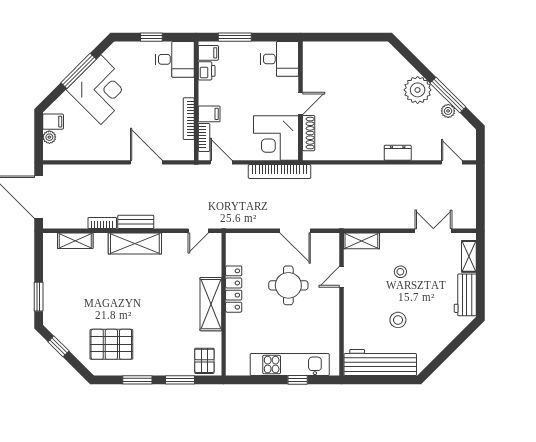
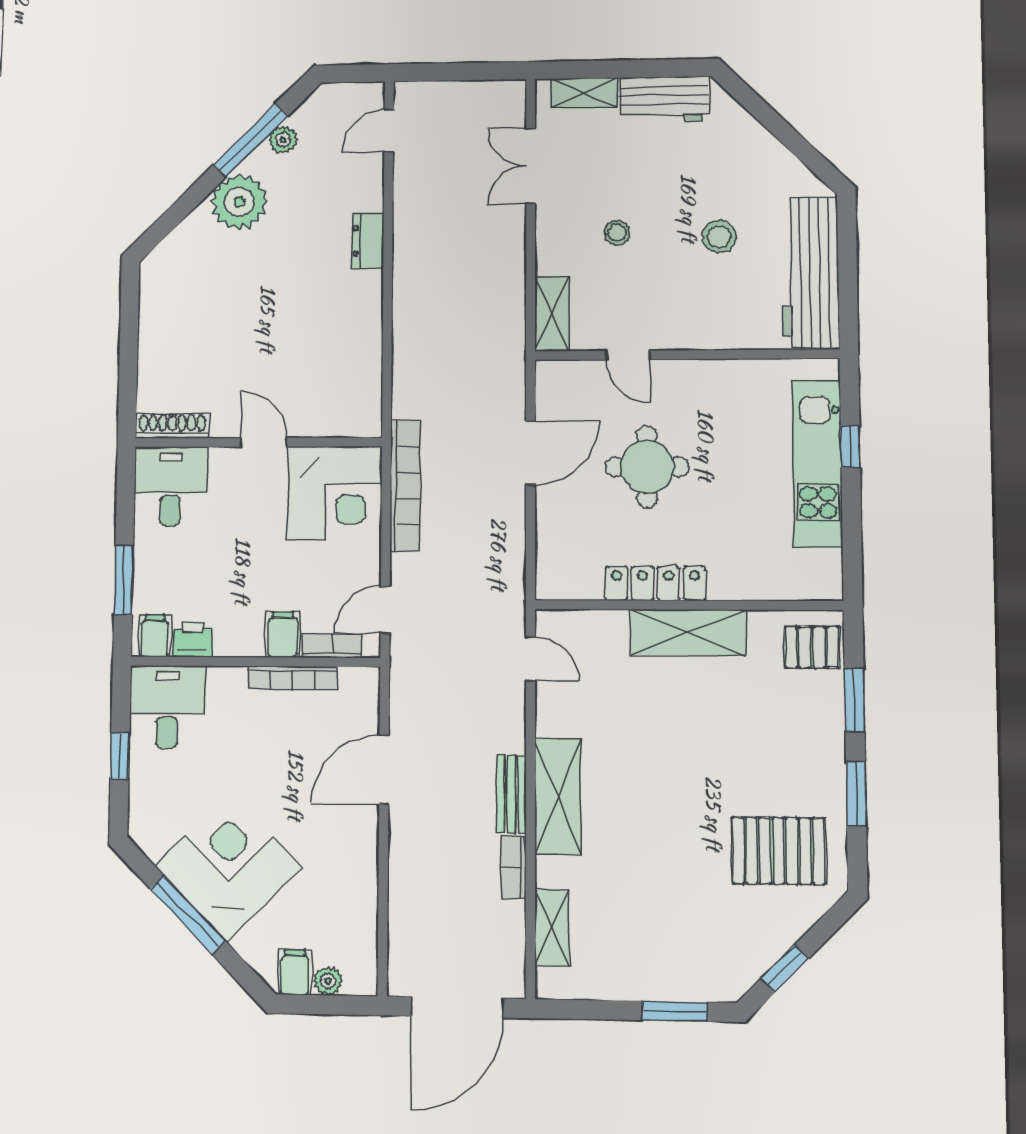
shoe rack: (309, 133) -> (172, 426), moved
pallet: (111, 344) -> (778, 851), turned 90

